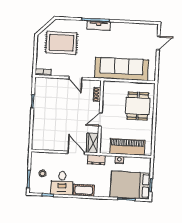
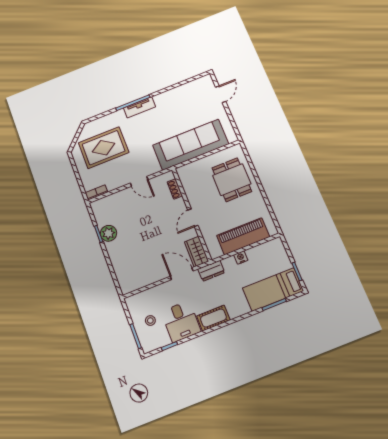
plant: (39, 104) -> (108, 233), added
bed: (130, 185) -> (273, 289), width x0.67

